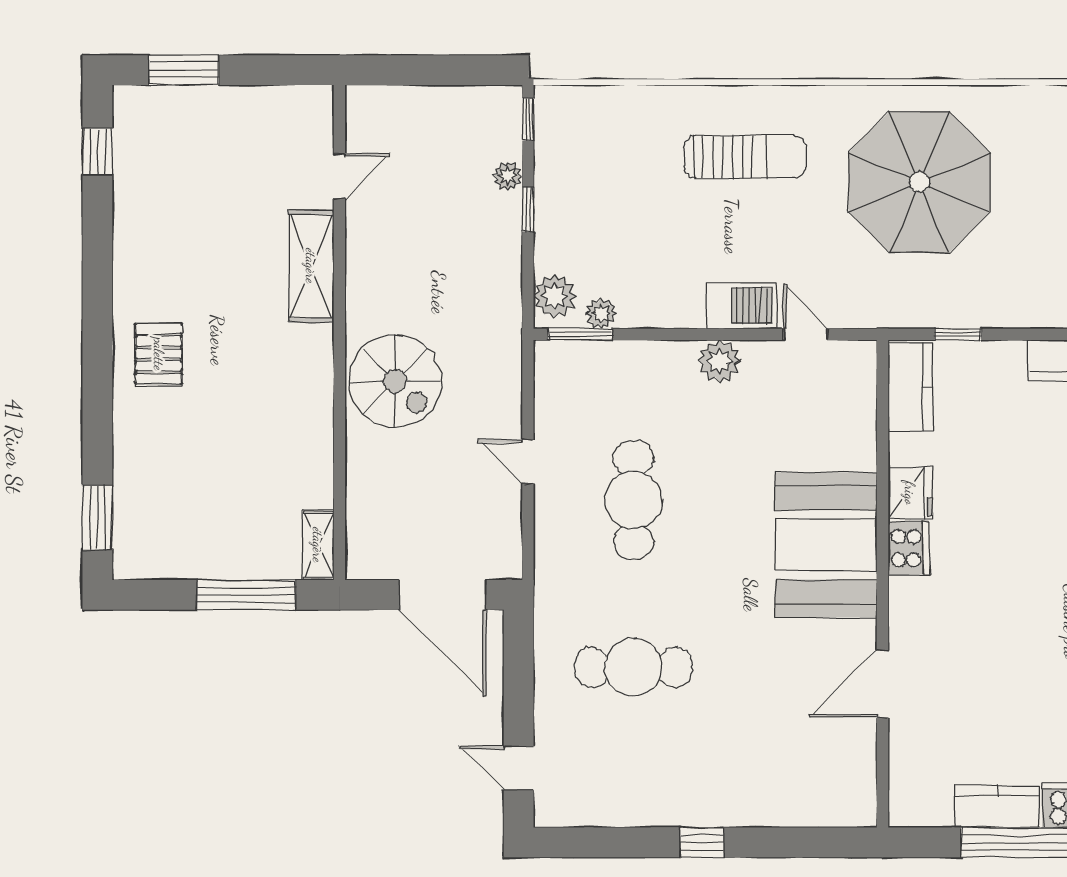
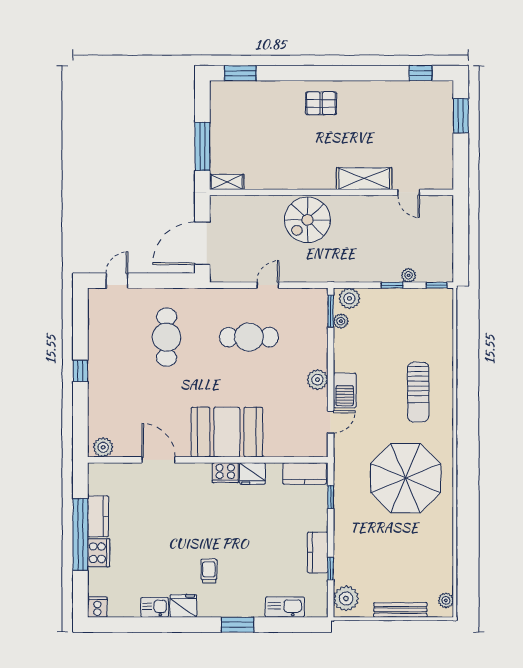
plant: (857, 796) -> (103, 447), added

